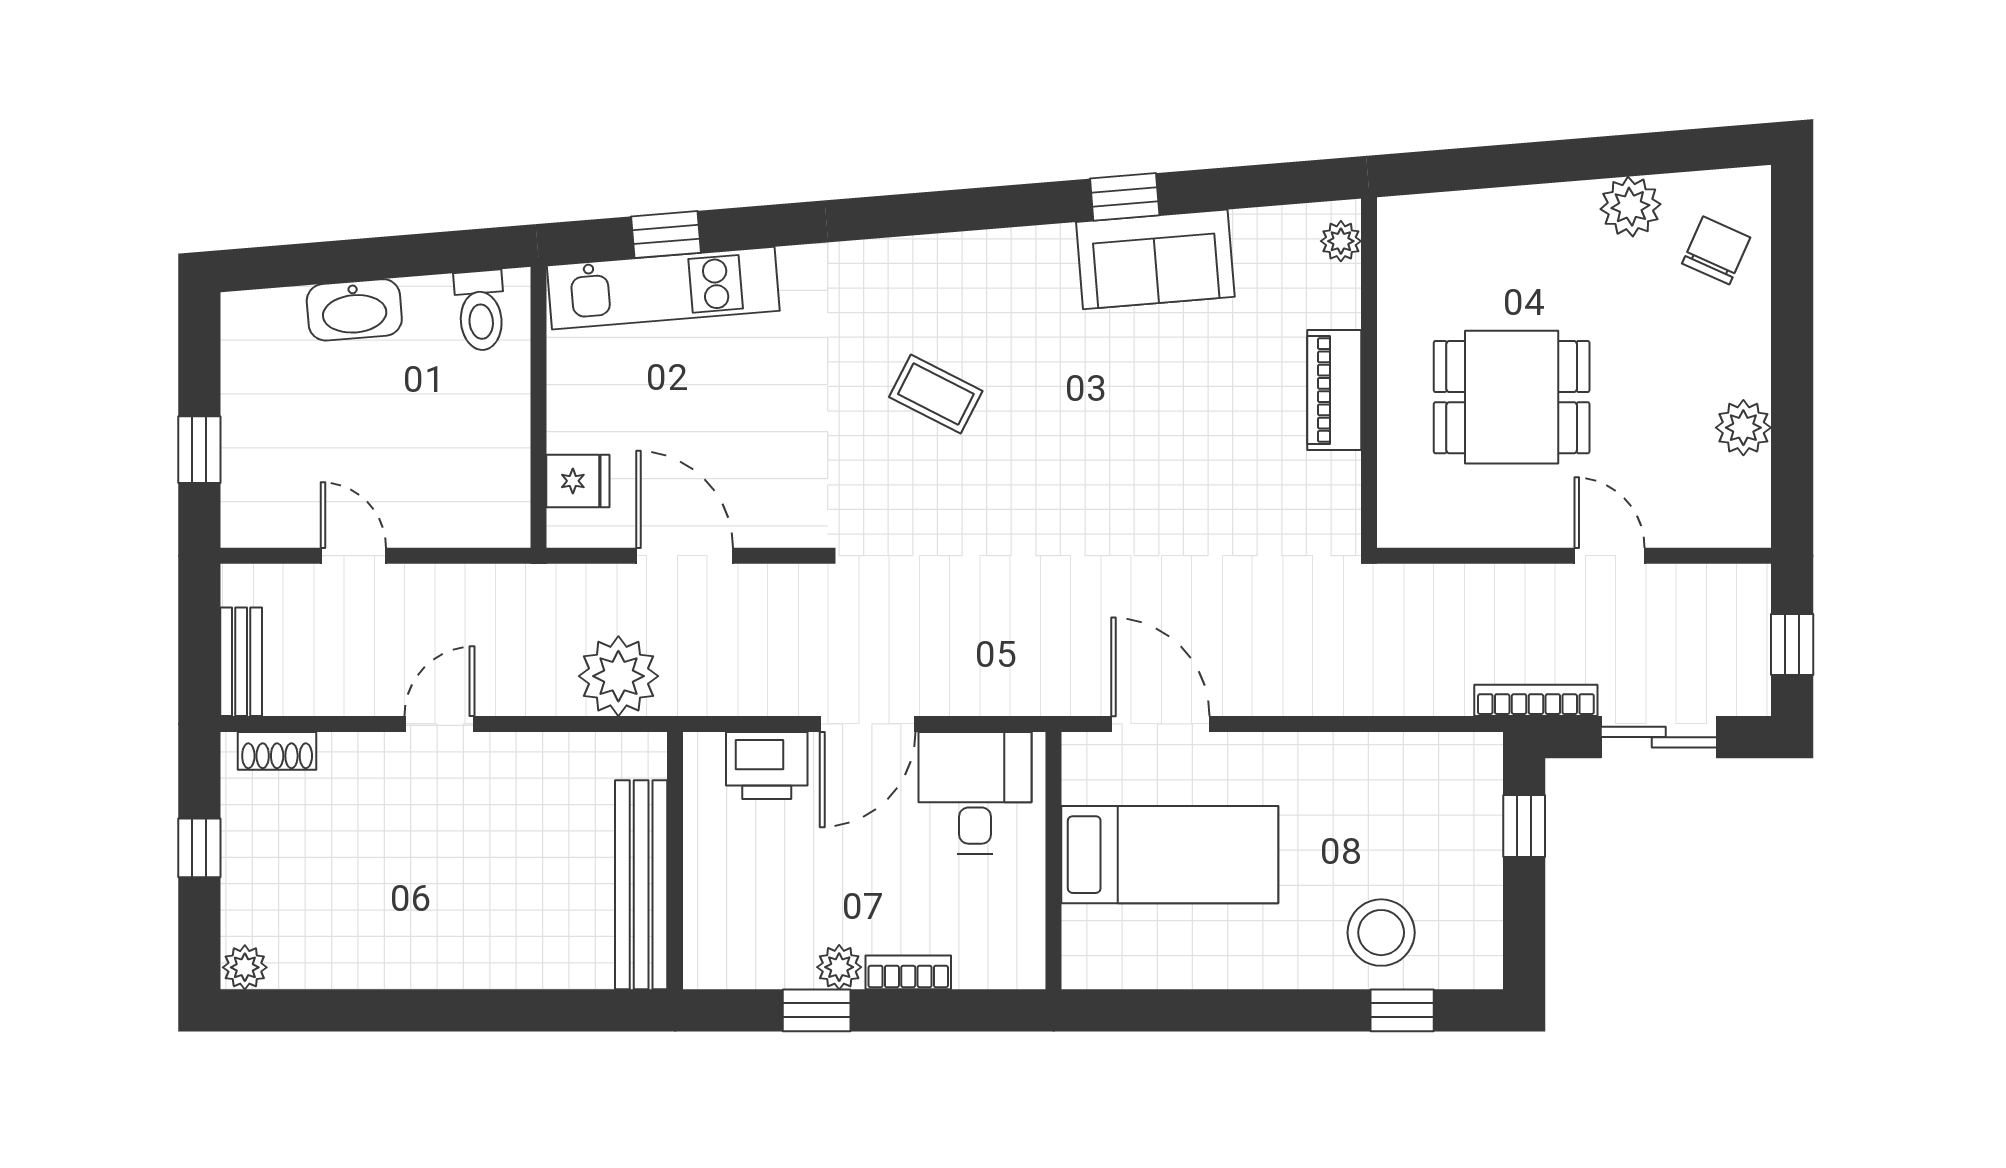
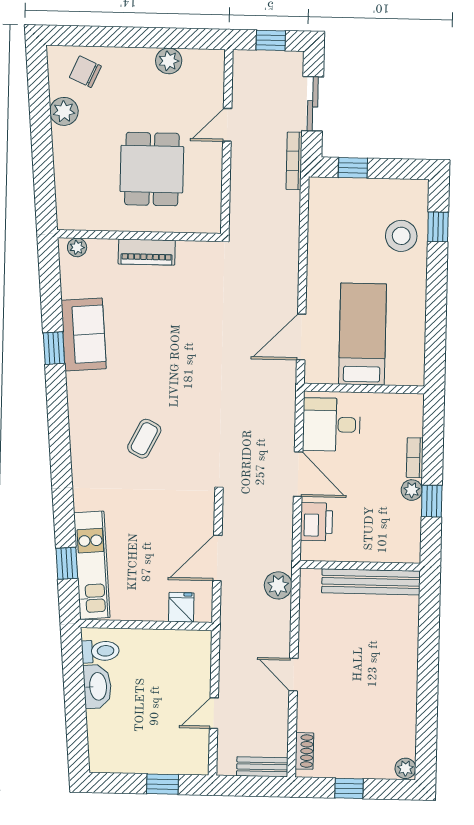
washbasin: (354, 310) -> (97, 686), moved
plant: (618, 676) -> (278, 585), width x0.73, depth x0.73

